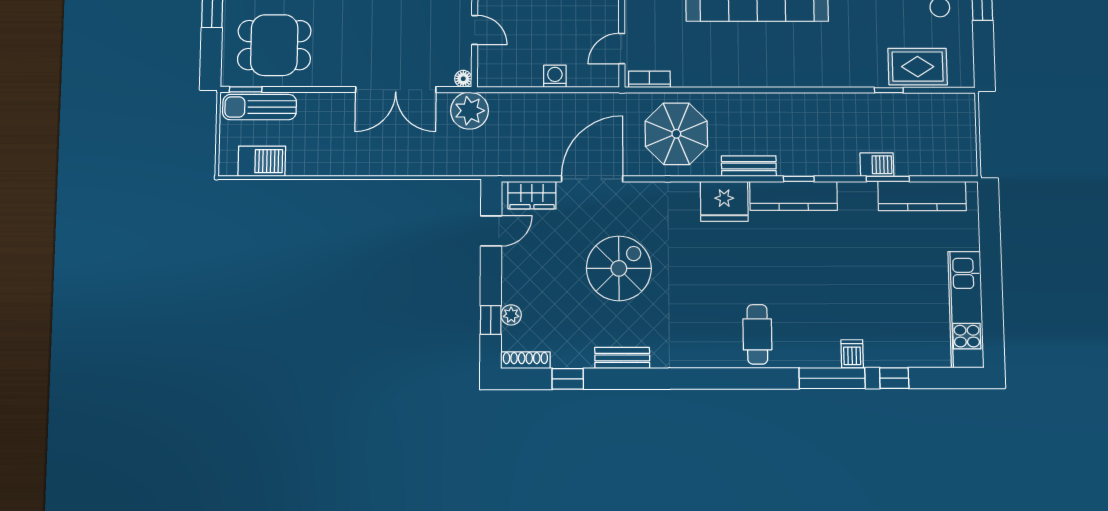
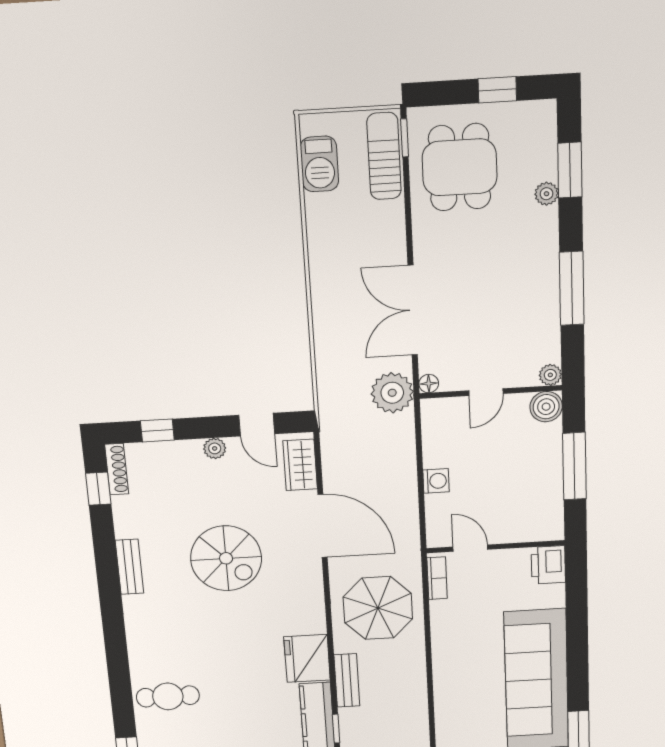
plant: (511, 315) -> (215, 448), moved
window: (568, 379) -> (98, 489), moved

